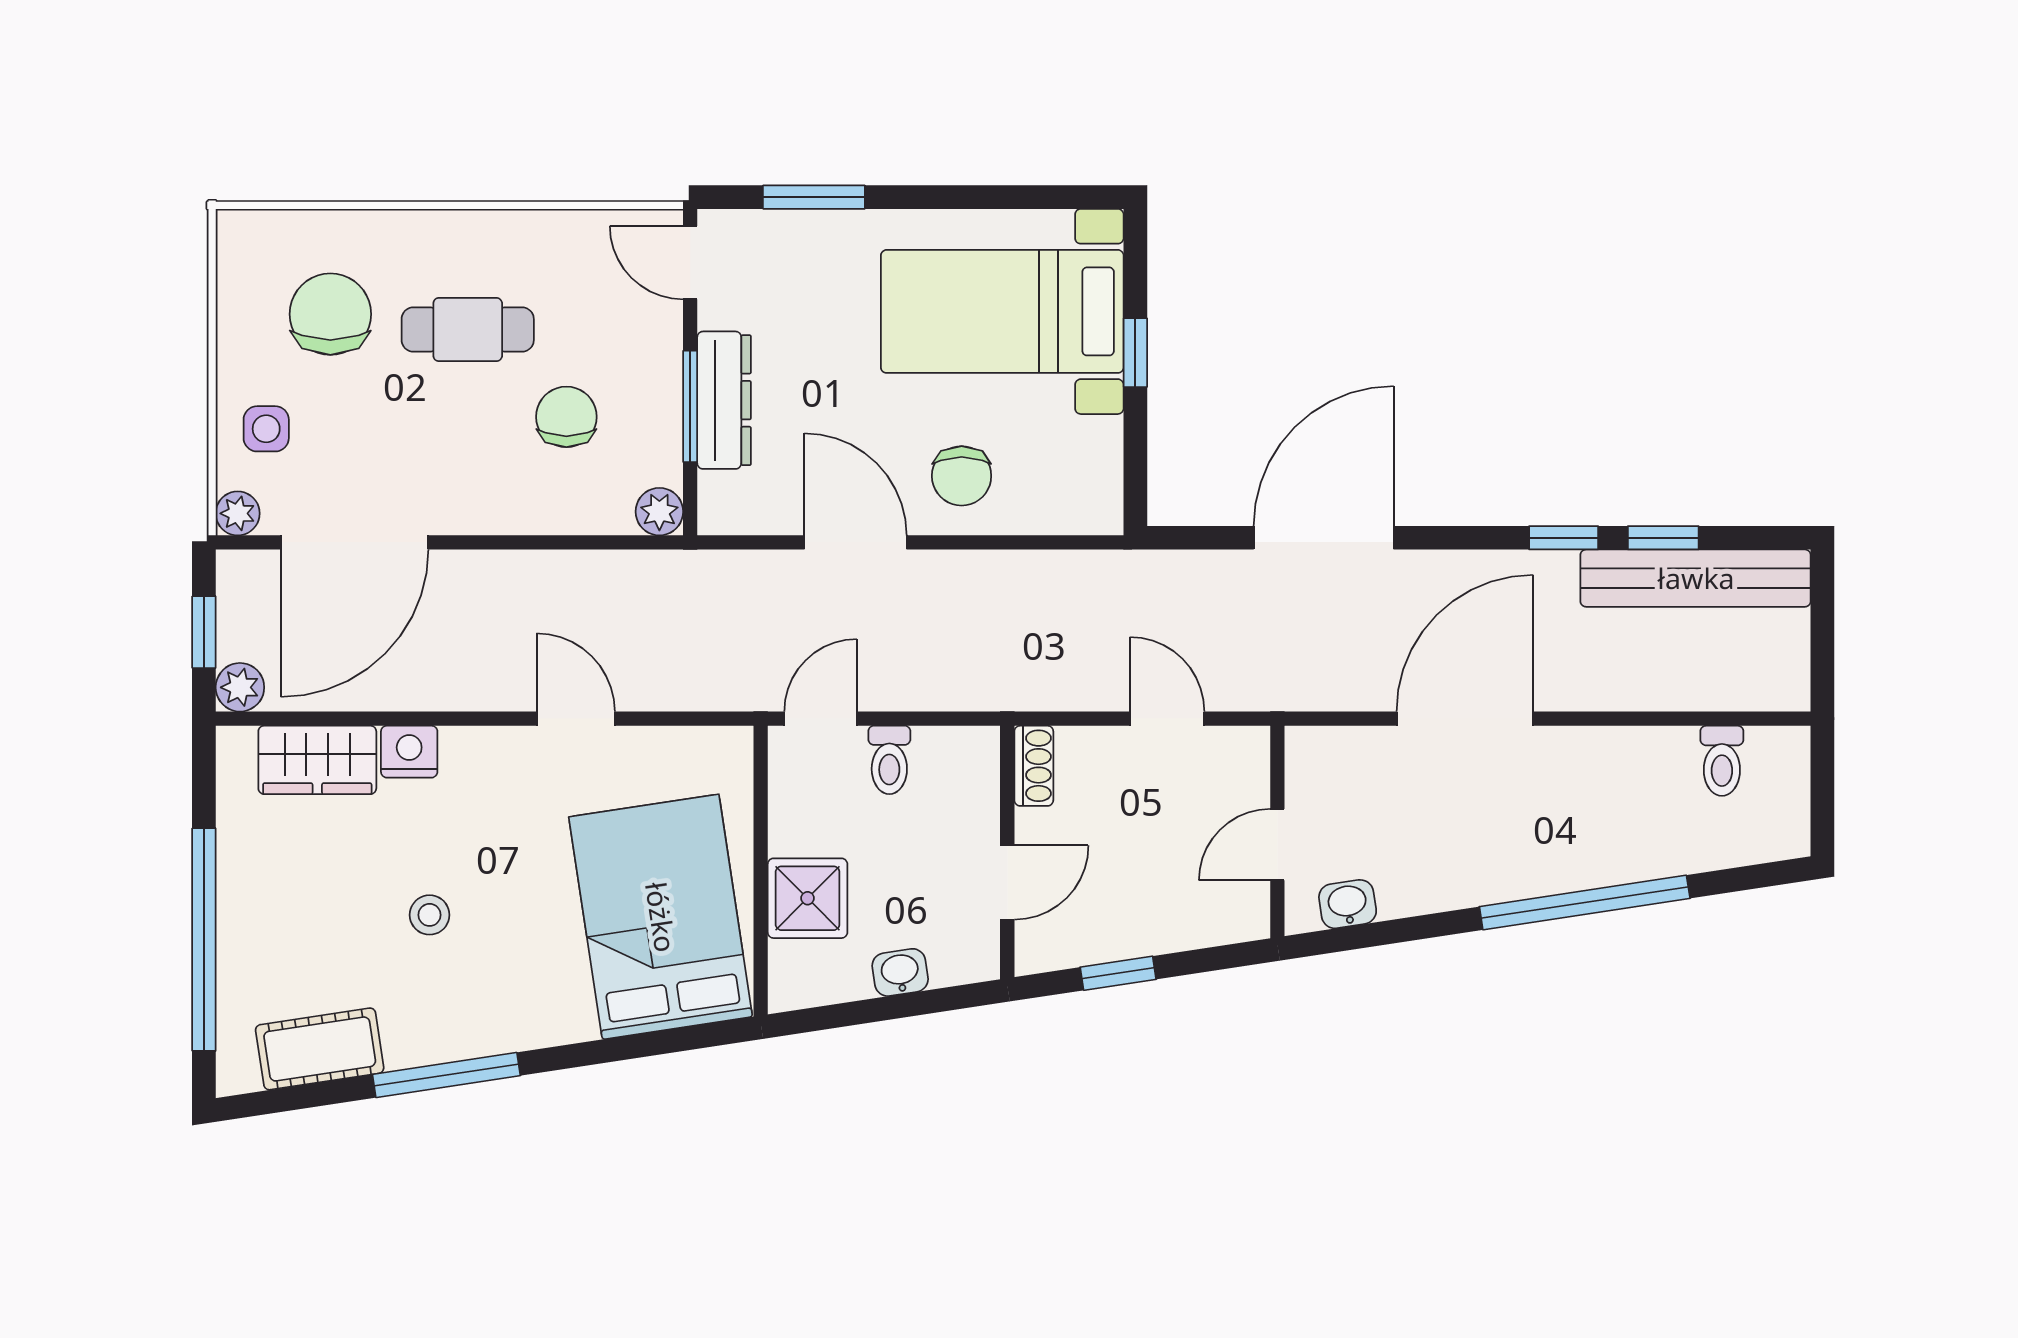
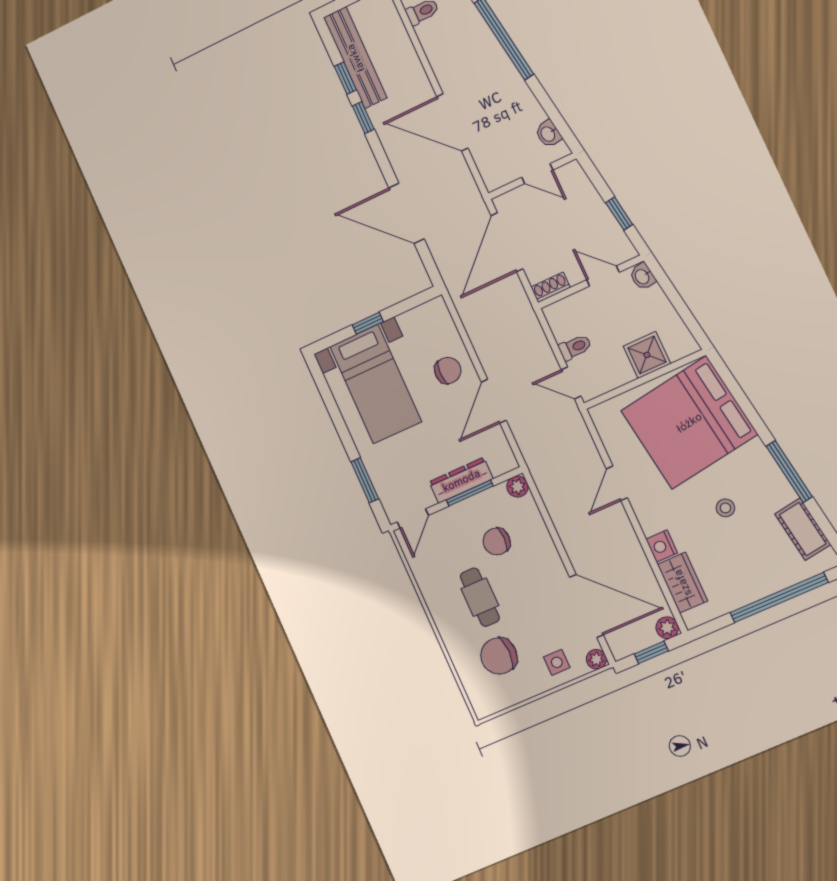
door: (1167, 719) -> (507, 242), width x1.88
bed: (661, 917) -> (689, 422), width x1.36
washbasin: (900, 972) -> (643, 276), moved

